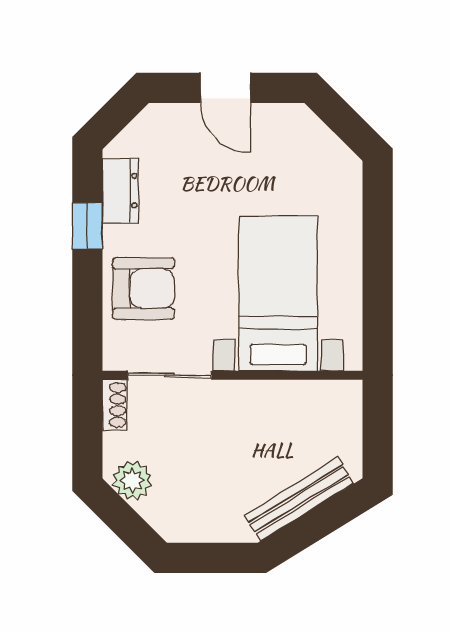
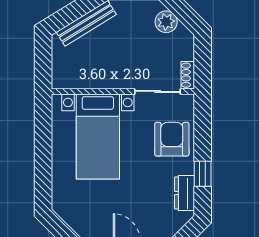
armchair: (144, 289) -> (172, 139), turned 90
plant: (132, 480) -> (166, 22), moved

